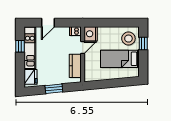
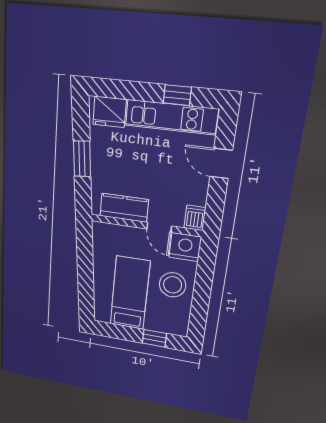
stool: (128, 39) -> (173, 285), moved

